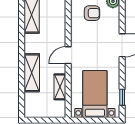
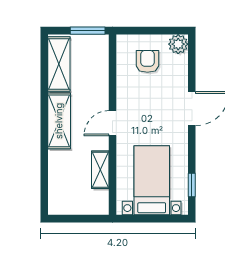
armchair: (92, 13) -> (147, 61), turned -90
shelving: (32, 73) -> (59, 121), moved

